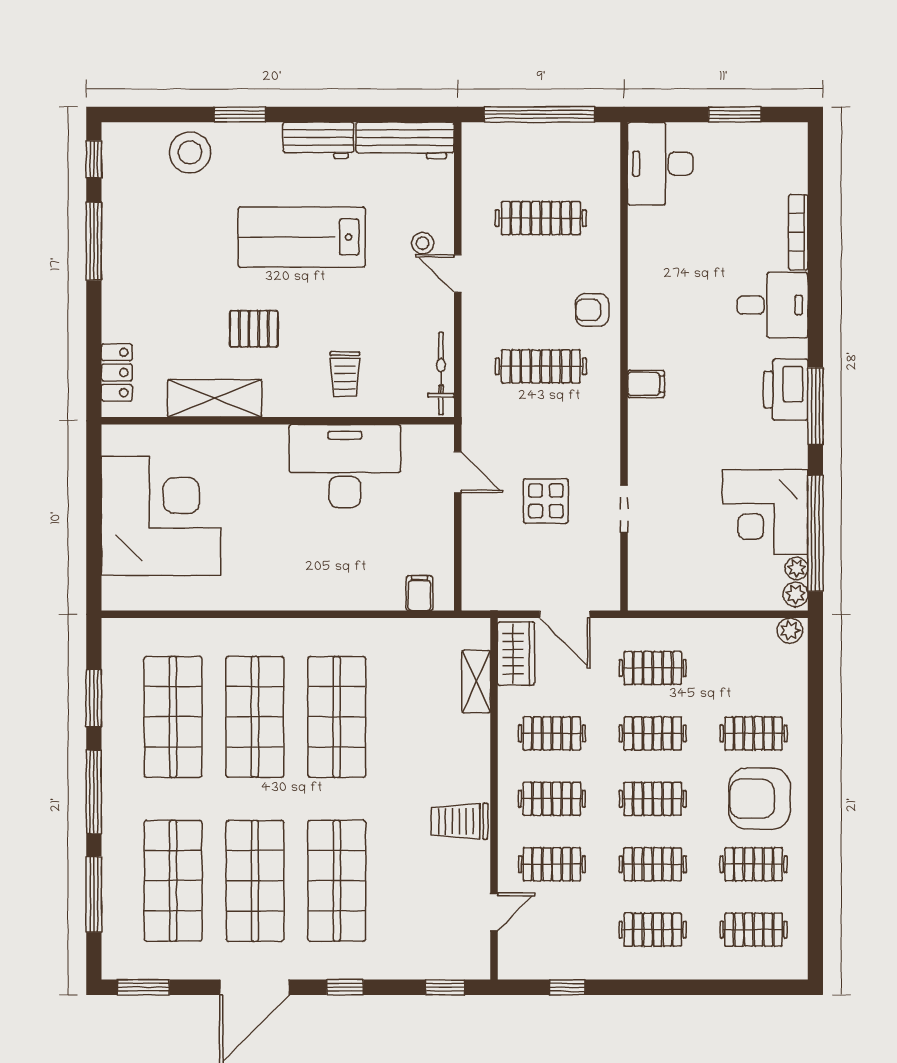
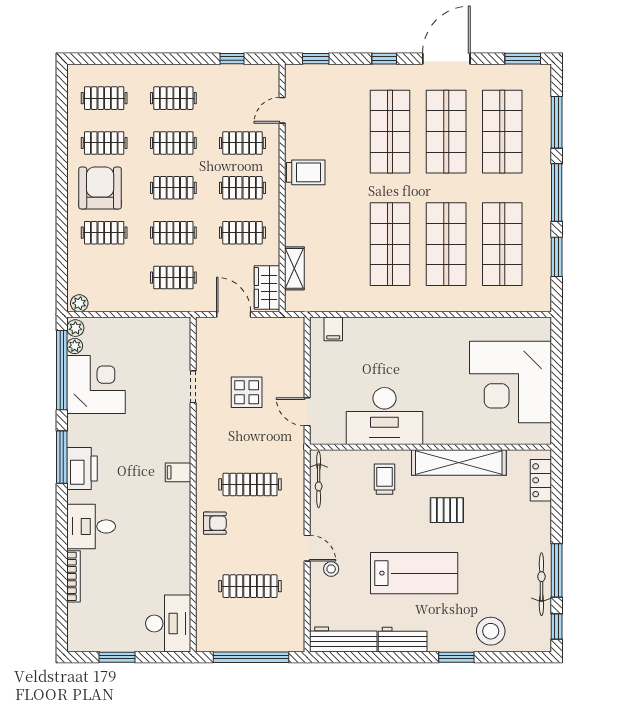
bicycle: (116, 221) -> (541, 584), added
shelving: (215, 398) -> (459, 462), width x1.47
armchair: (760, 799) -> (100, 188), turned -90

